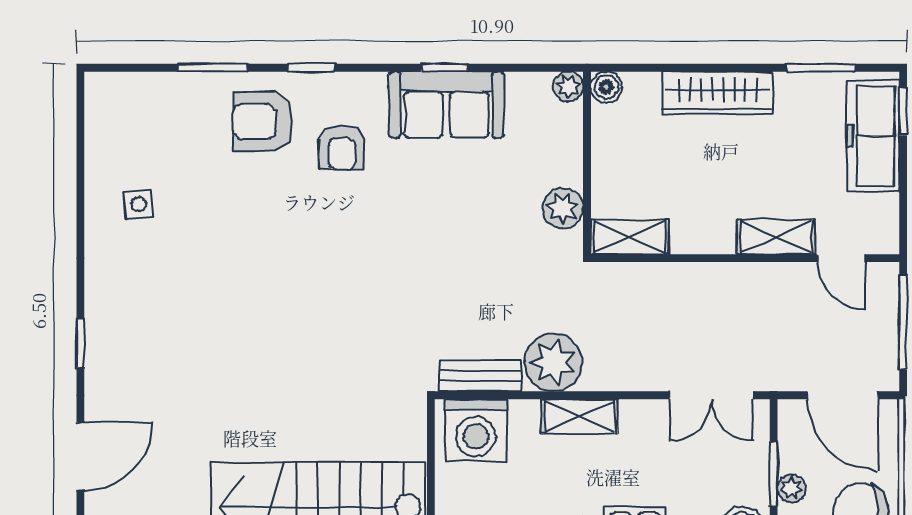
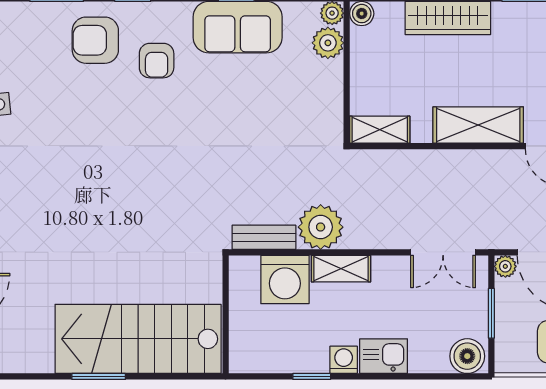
plant: (563, 208) -> (328, 43), moved
shelving: (776, 237) -> (478, 125), width x1.50, depth x1.33
washing machine: (476, 430) -> (285, 280), moved
plant: (792, 488) -> (505, 266), moved

